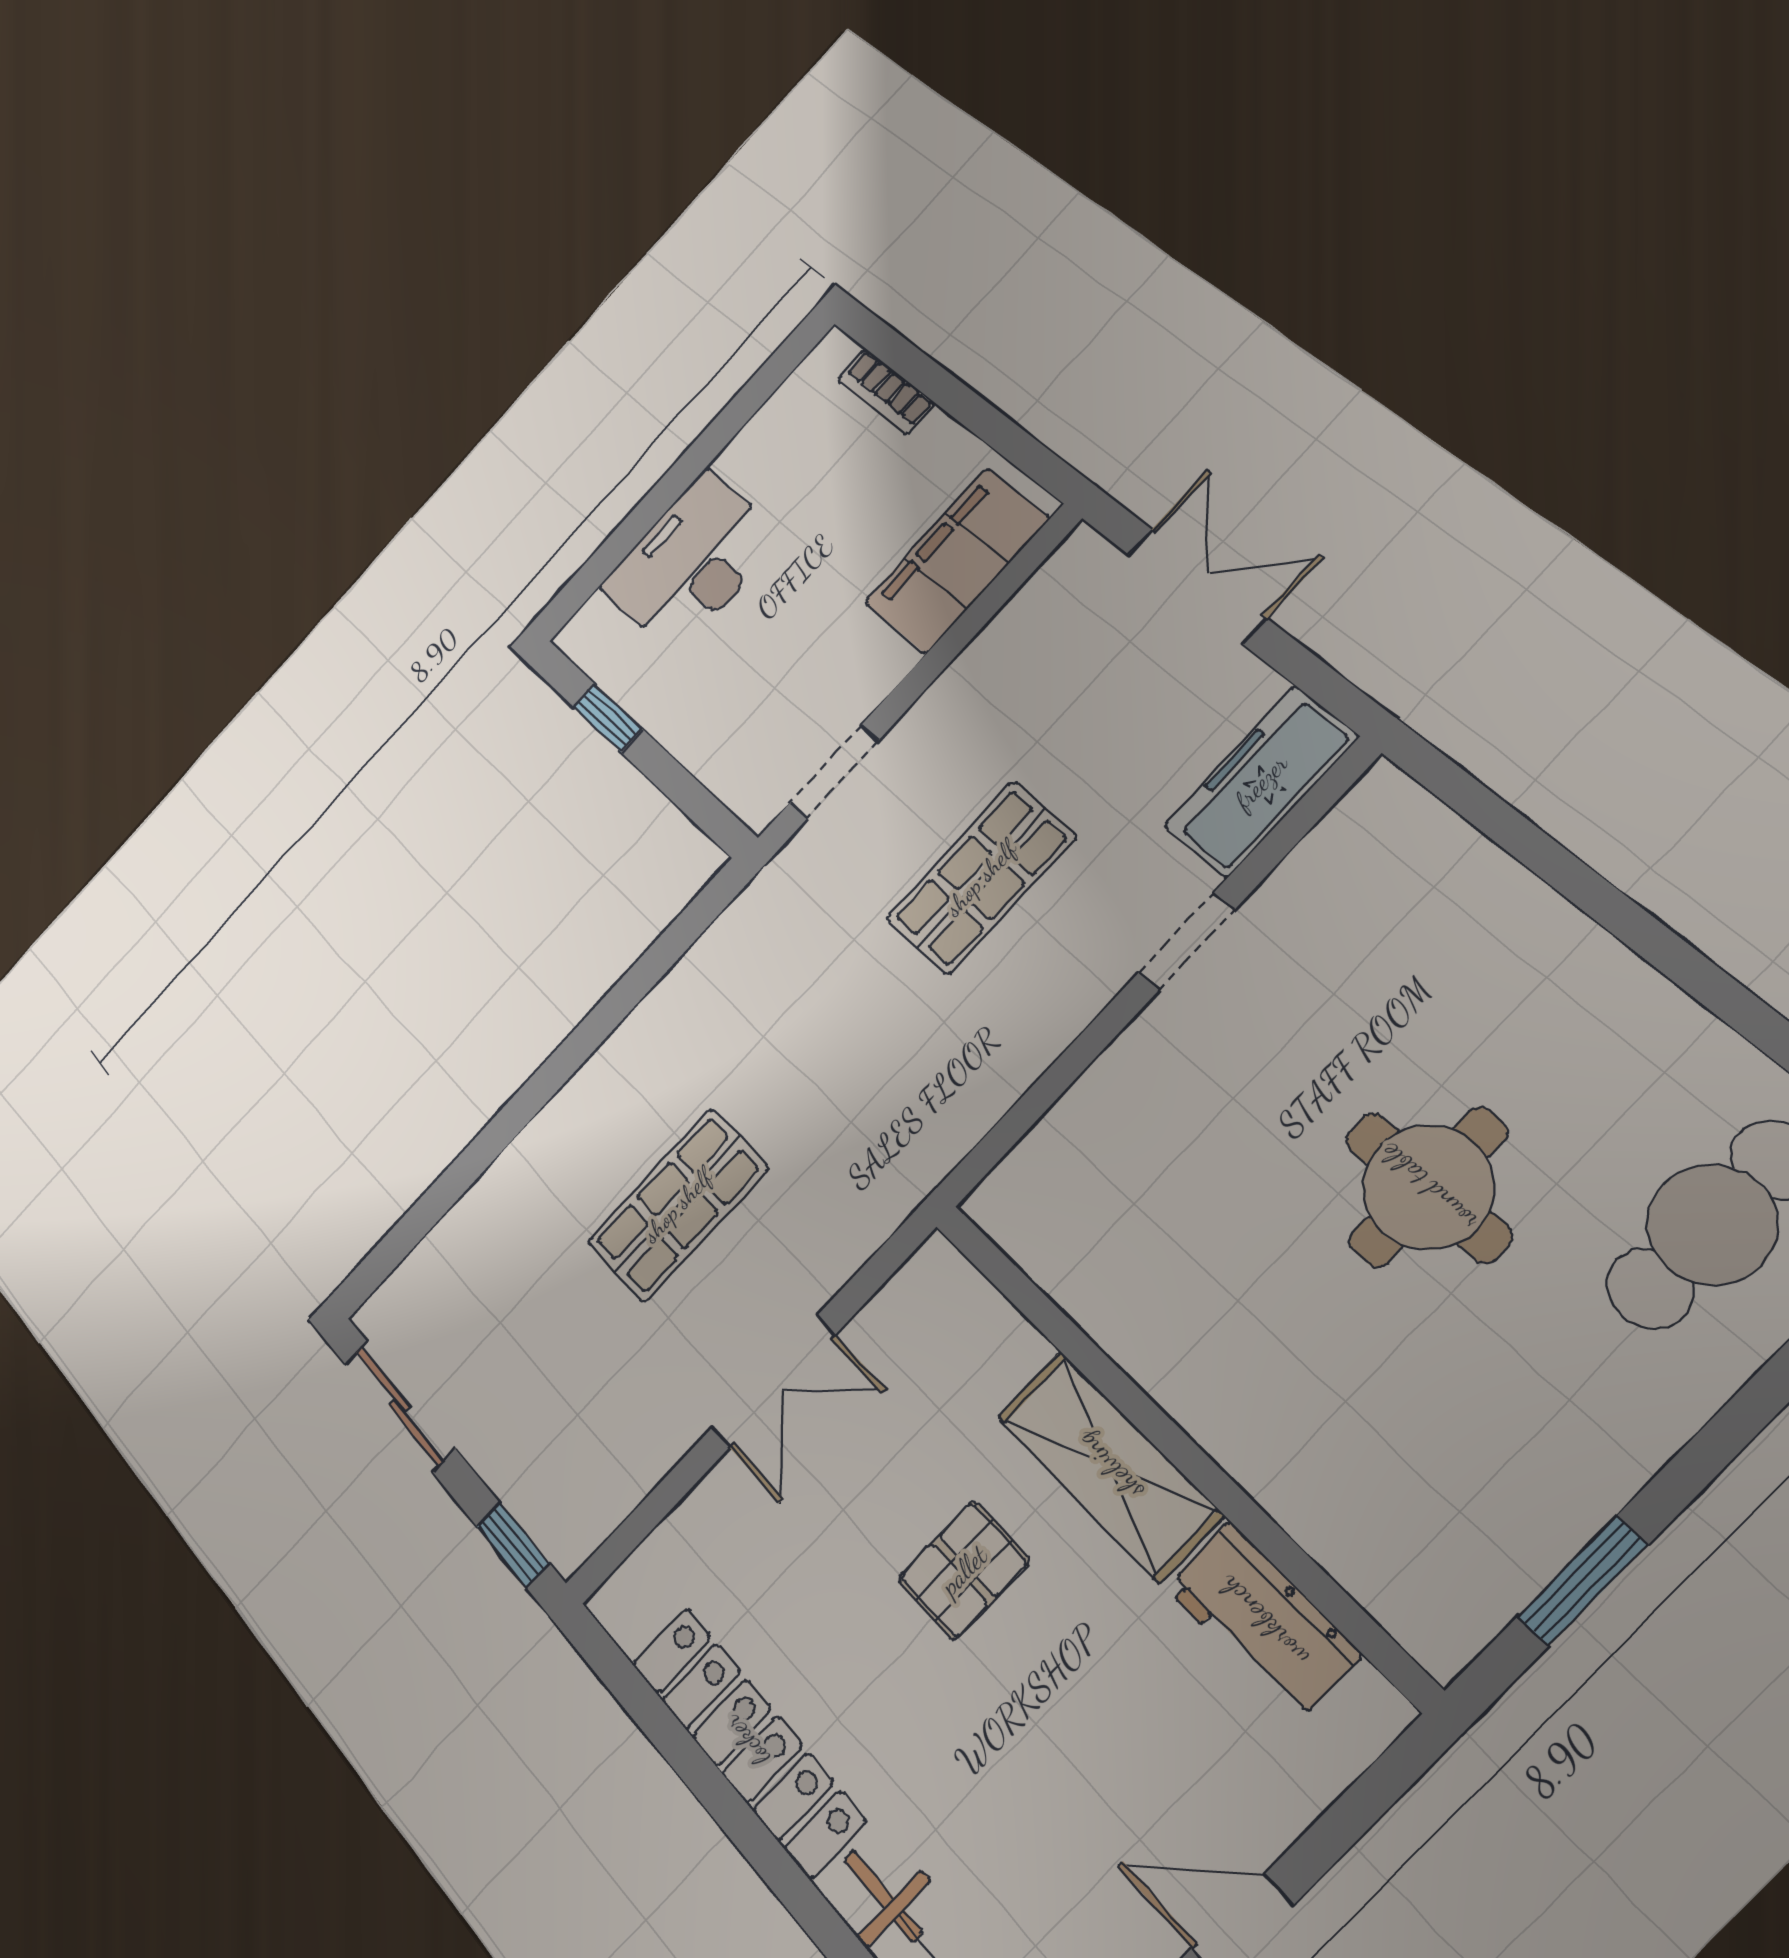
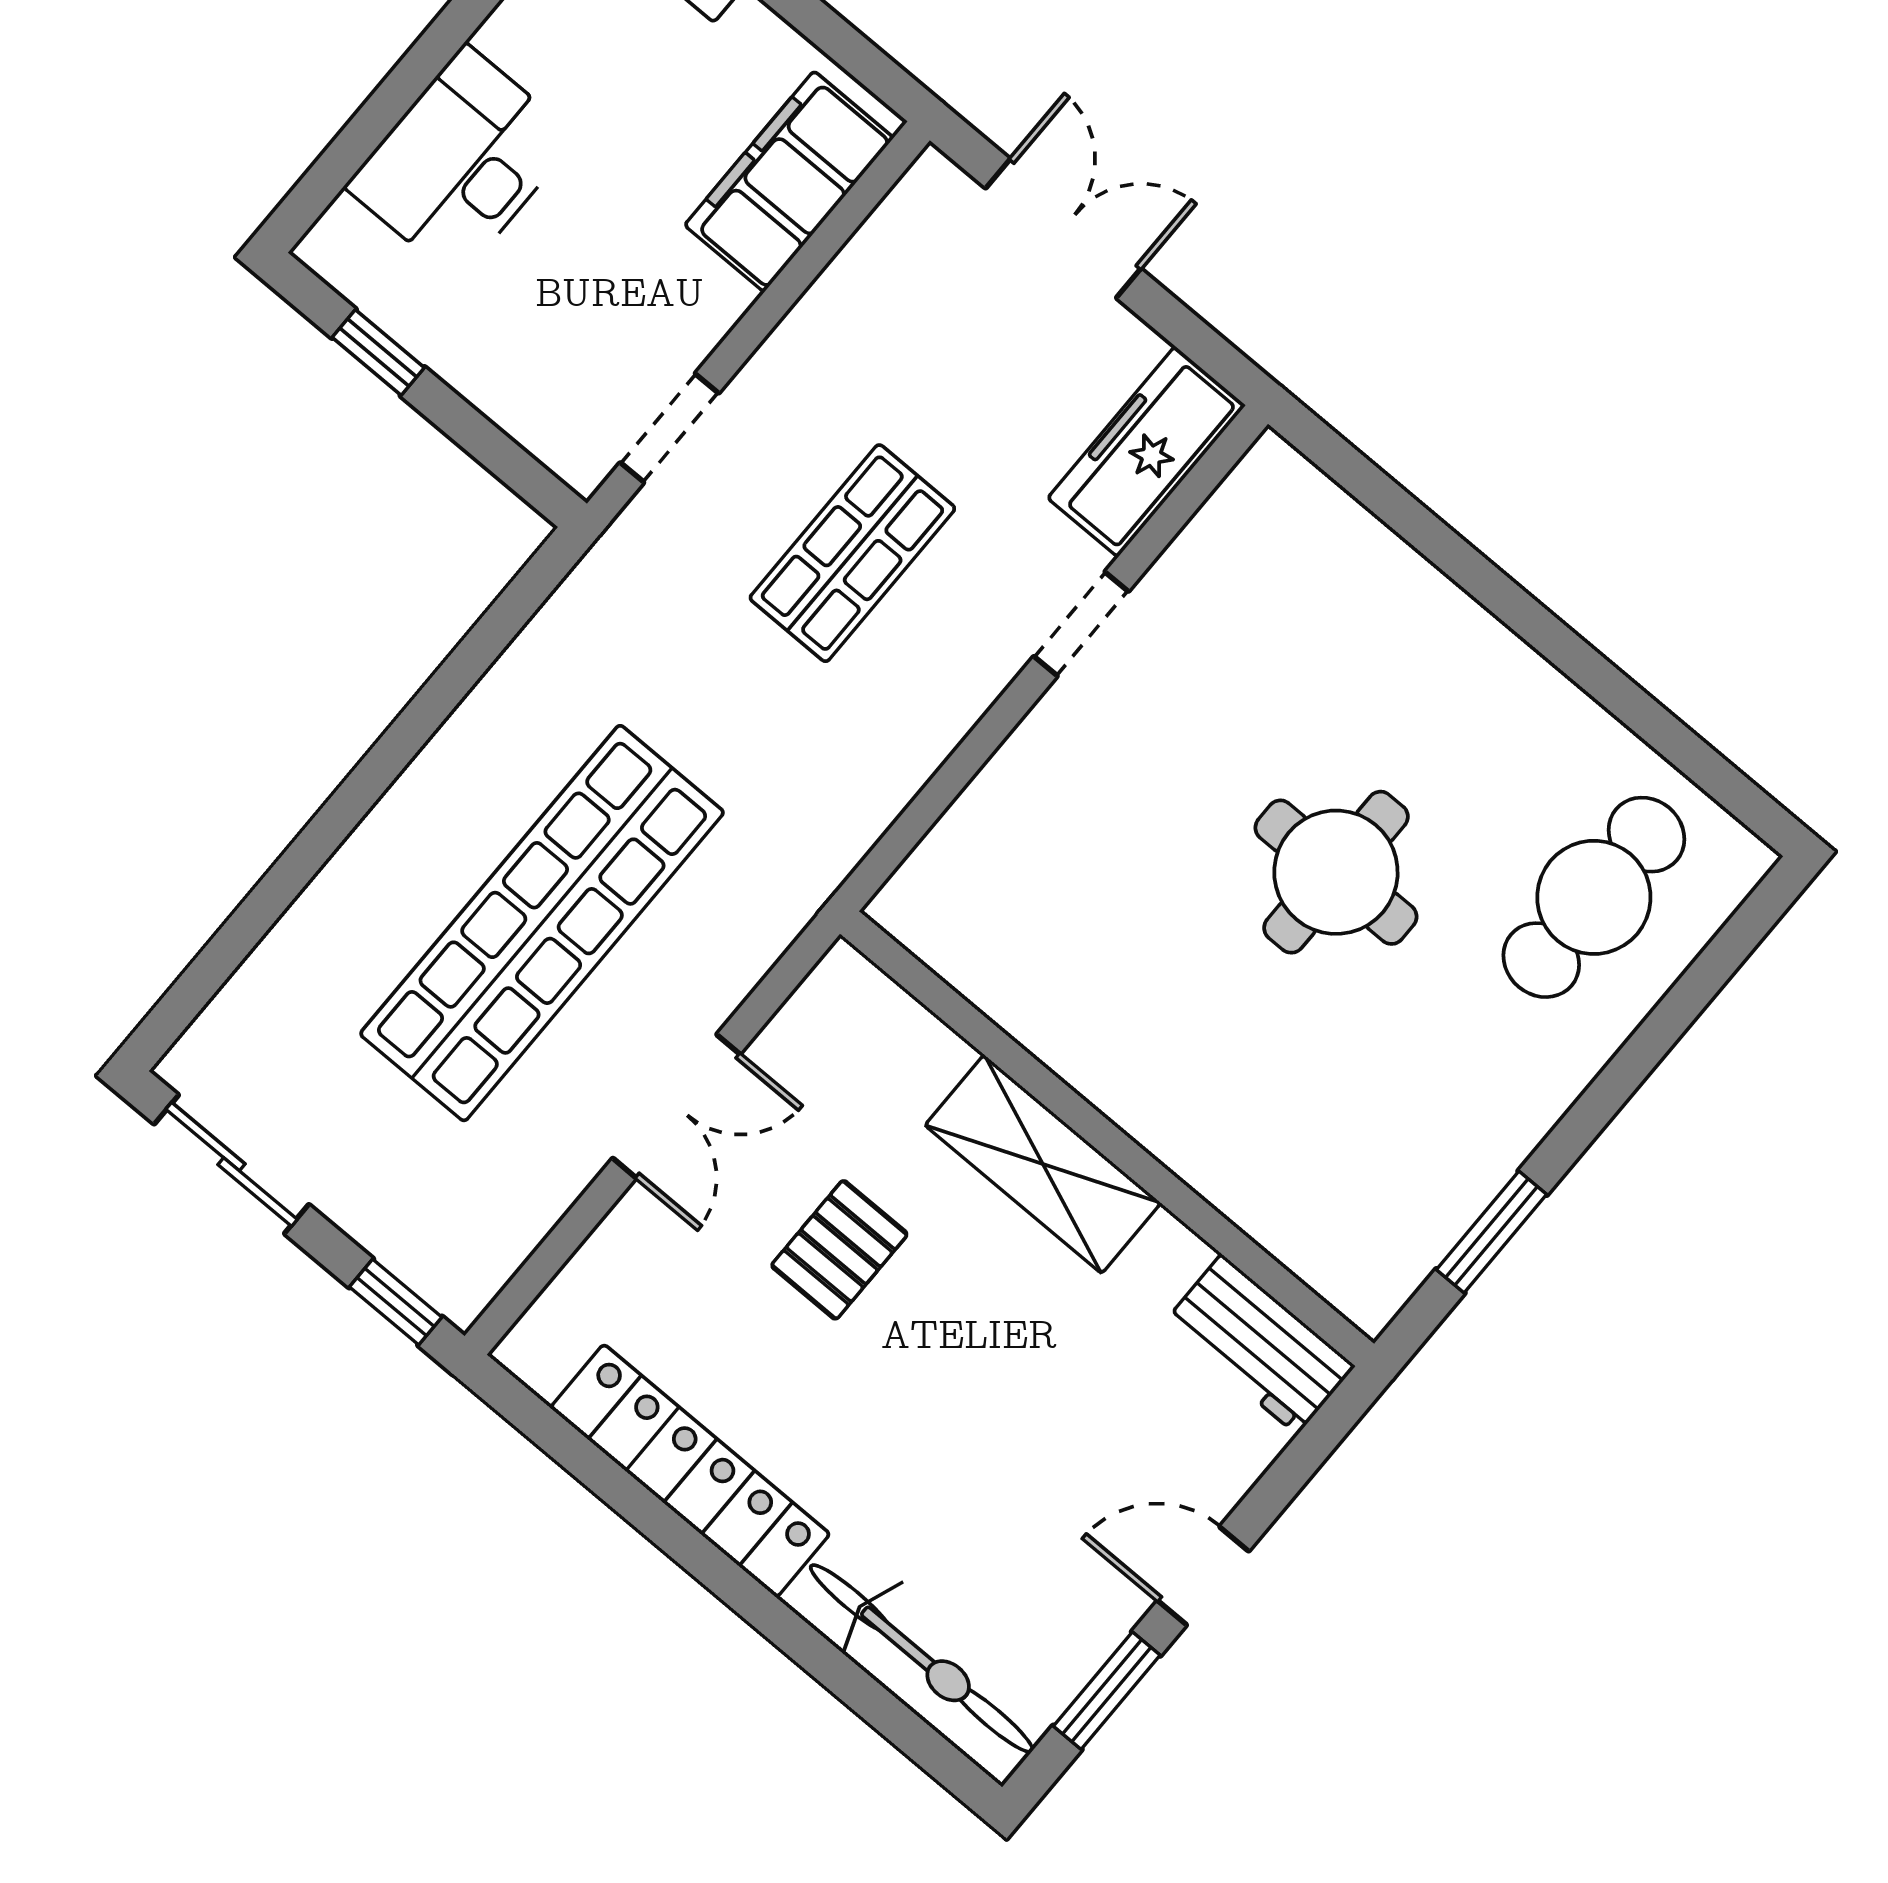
shop shelf: (678, 1205) -> (542, 923), width x2.00, depth x1.36
pallet: (964, 1570) -> (839, 1250), moved
workbench: (1263, 1621) -> (1259, 1344), moved

